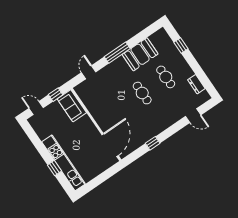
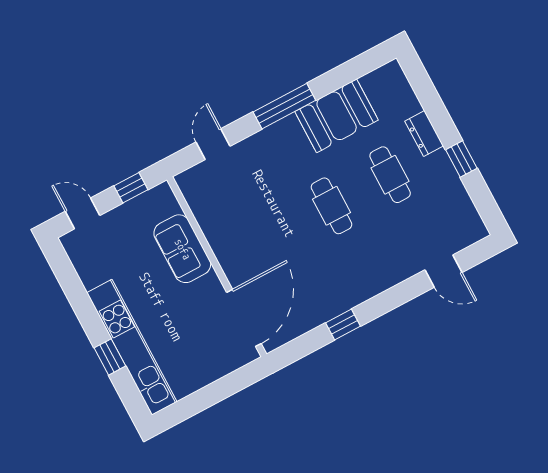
window: (181, 45) -> (461, 159), moved
dresser: (196, 84) -> (424, 134), moved
sofa: (72, 106) -> (182, 249), moved

